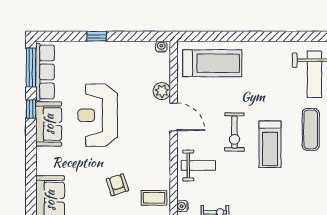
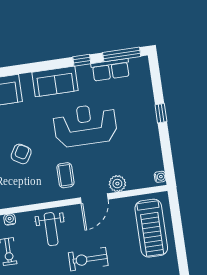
row of seats: (45, 72) -> (111, 70), width x0.68
sofa: (49, 124) -> (55, 81), moved
armchair: (117, 185) -> (21, 154), turned -41
coffee table: (154, 198) -> (65, 175), moved

